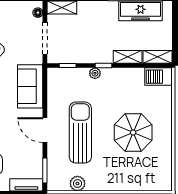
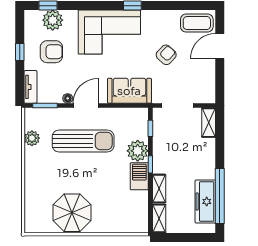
floor lamp: (38, 13) -> (68, 98), moved
plant: (95, 73) -> (138, 151), width x1.88, depth x1.88
barbecue: (158, 77) -> (139, 176), moved
parasol: (133, 133) -> (72, 213), moved

